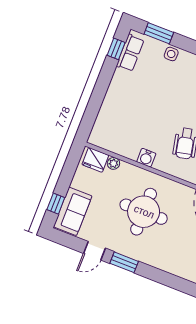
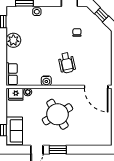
row of seats: (130, 53) -> (12, 74), moved
plant: (122, 82) -> (13, 40), added
round table: (144, 212) -> (57, 114), turned -30

